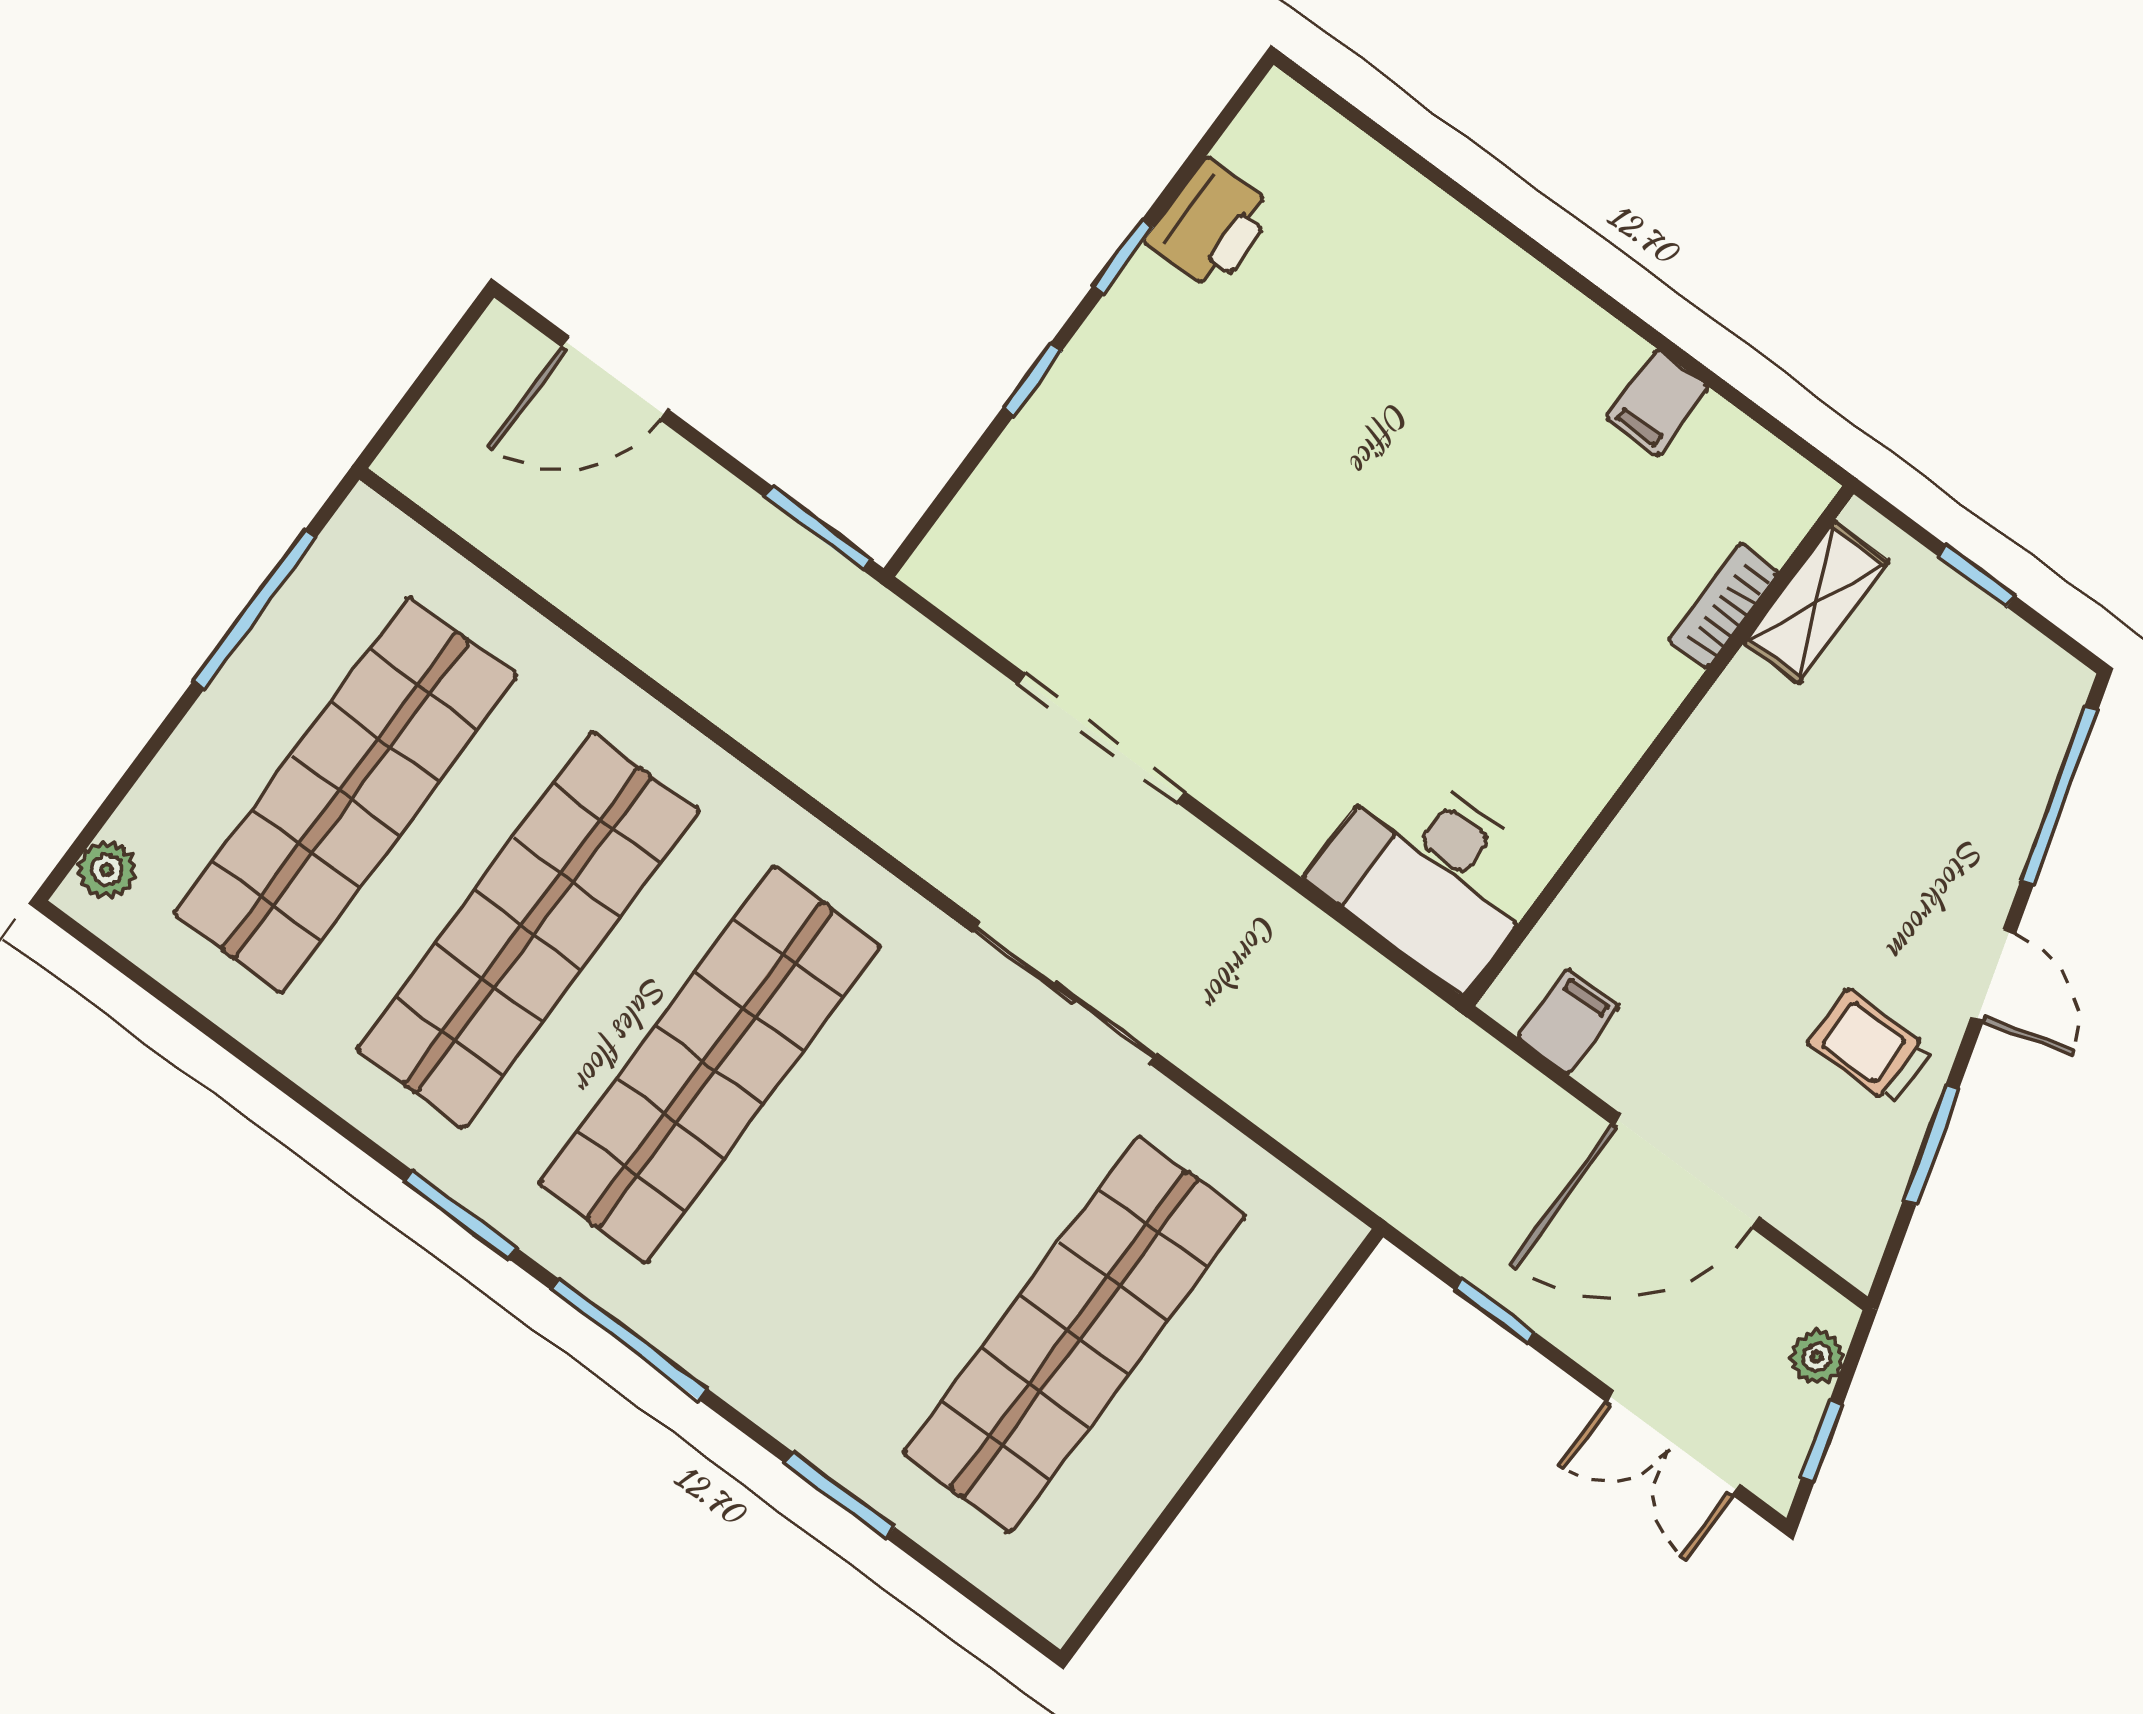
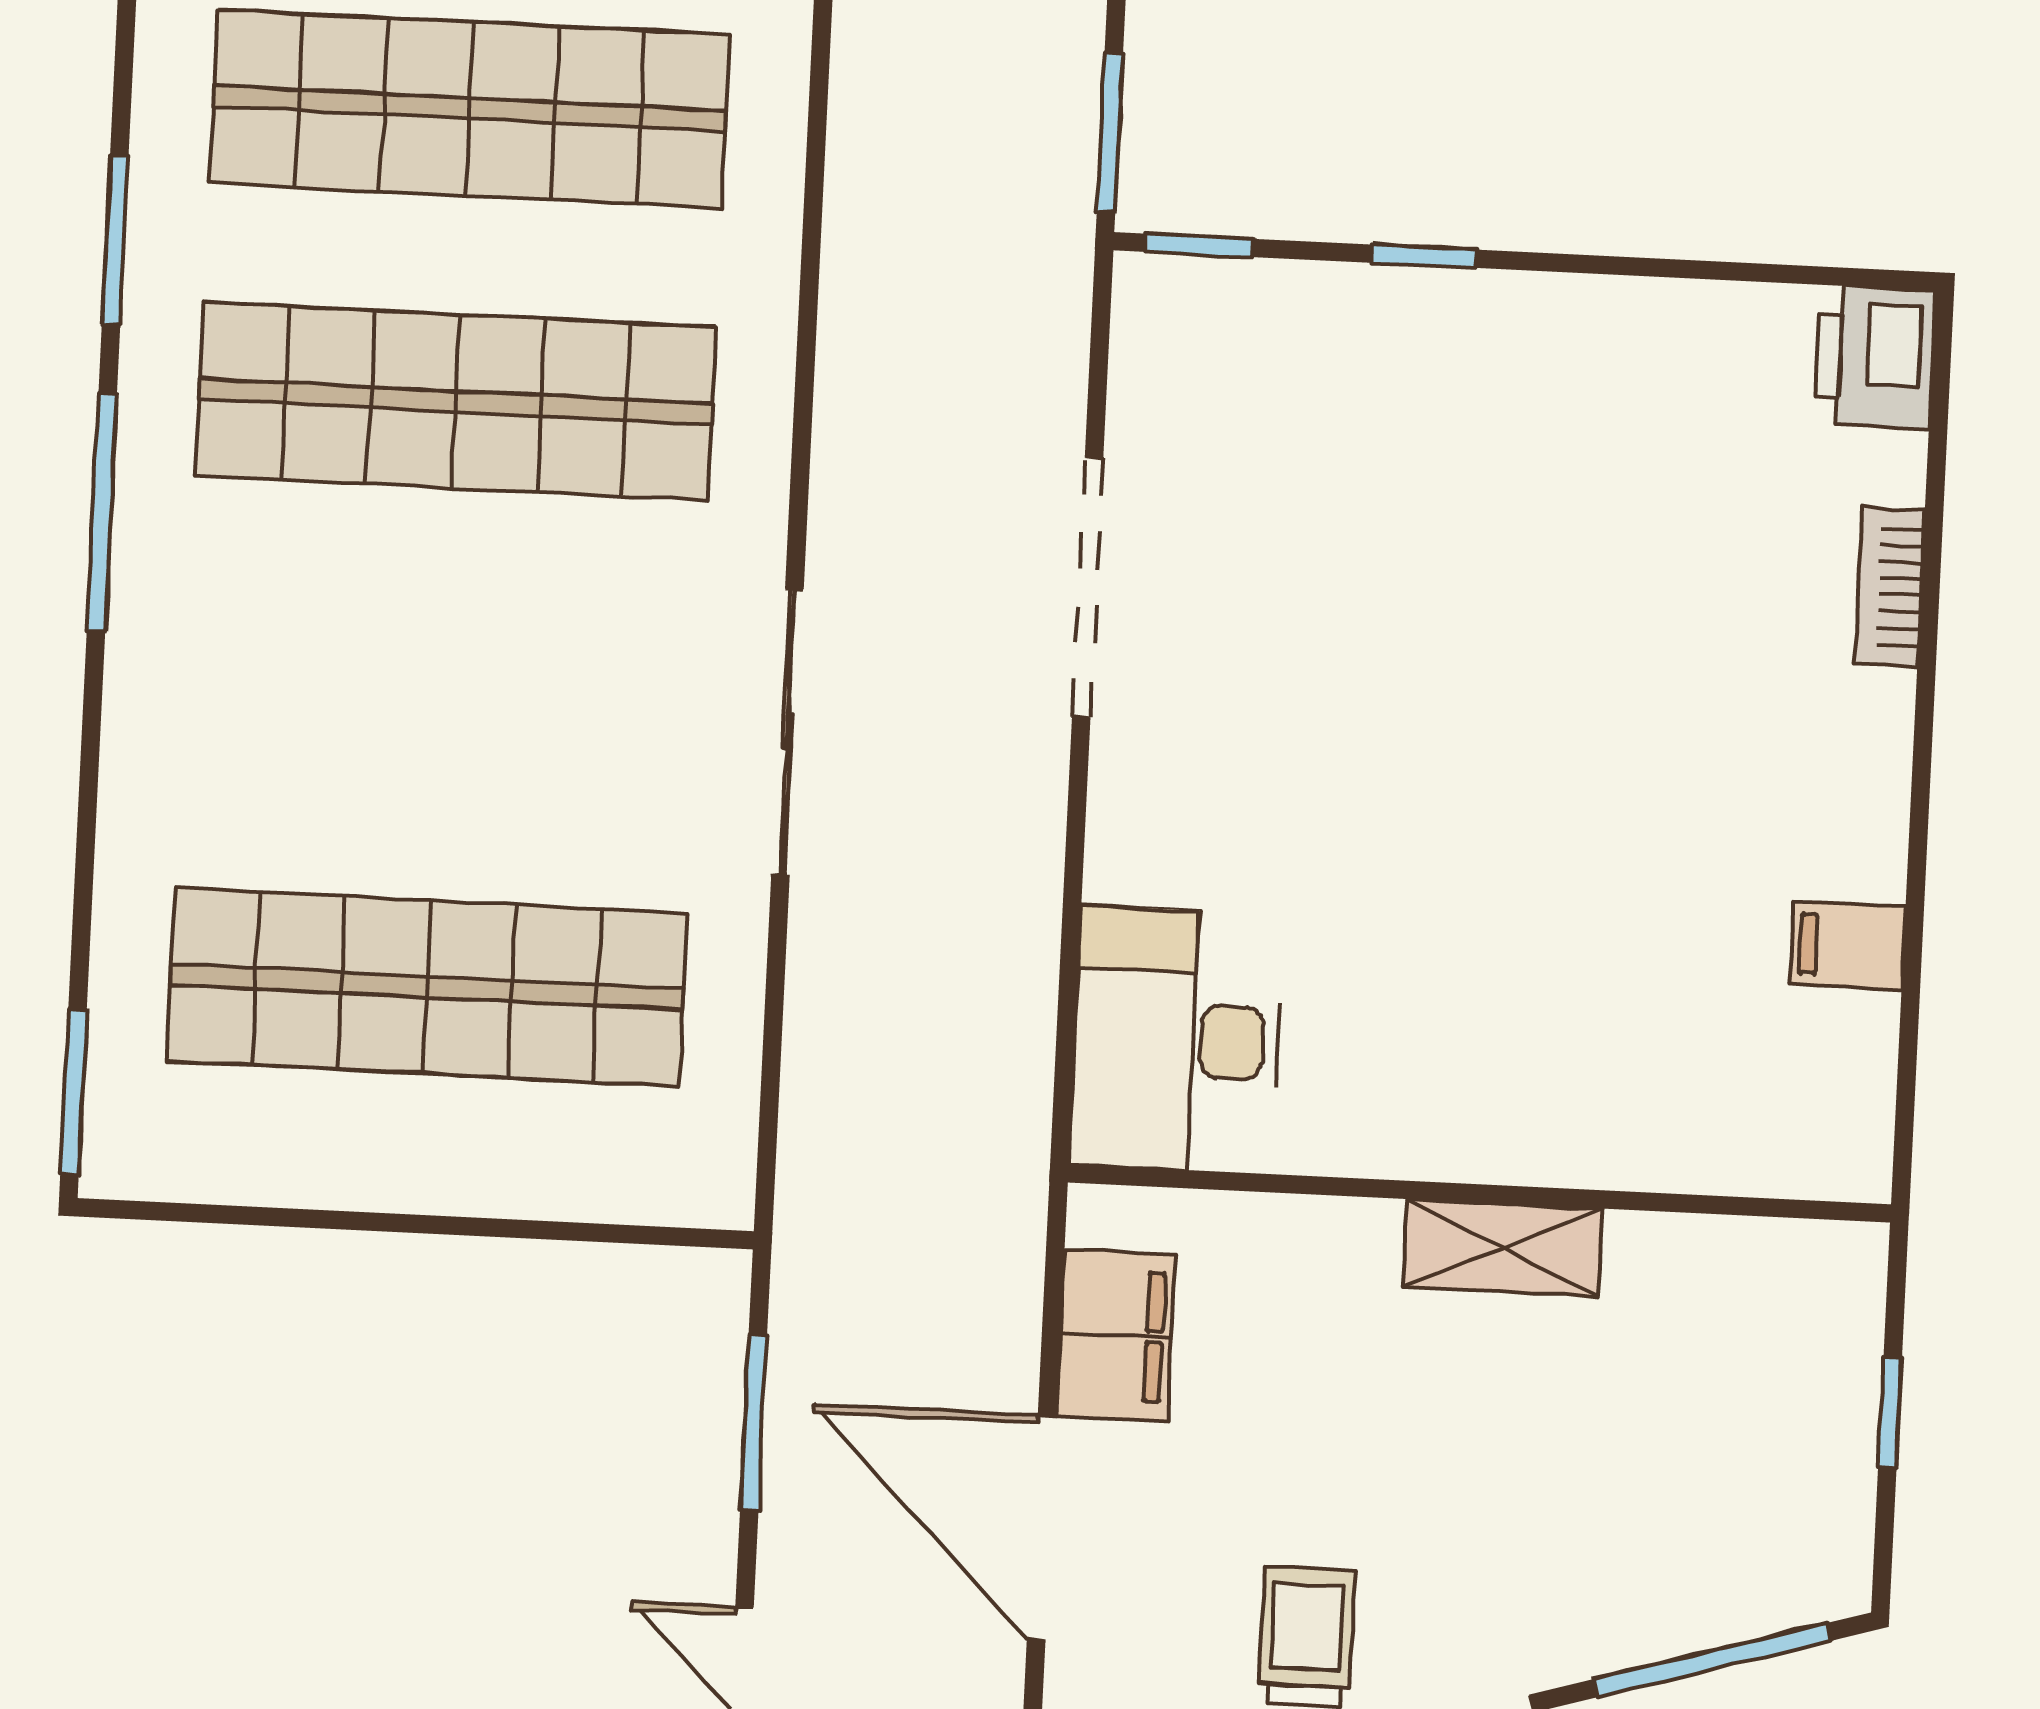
printer: (1211, 225) -> (1875, 357), moved, turned 90
window: (1123, 257) -> (1199, 245), moved
shelving: (1816, 602) -> (1503, 1248), moved
bookcase: (1723, 606) -> (1890, 587), moved, turned -90
filing cabinet: (1568, 1022) -> (1116, 1335), width x2.00
window: (1495, 1311) -> (754, 1423), width x1.50
window: (839, 1495) -> (74, 1091), moved

